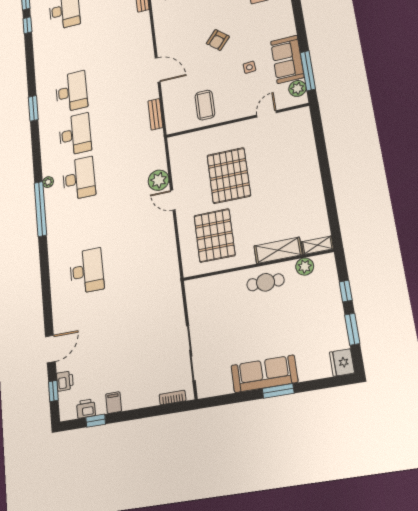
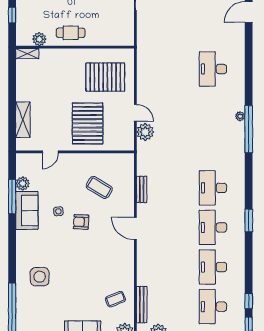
armchair: (218, 40) -> (81, 222), moved, turned -128
coffee table: (205, 105) -> (99, 187), turned -59
door: (267, 114) -> (50, 152), moved
wall: (237, 121) -> (75, 152), moved
desk: (79, 179) -> (213, 267), moved
plant: (48, 182) -> (240, 116), moved
pallet: (215, 235) -> (105, 77), turned 90
shelving: (278, 250) -> (23, 120), moved, turned 90

